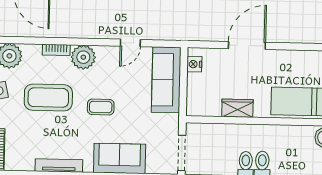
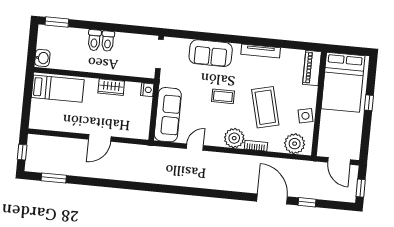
door: (247, 45) -> (100, 138), width x0.73
nightstand: (194, 64) -> (147, 90), moved
coffee table: (48, 98) -> (265, 107), turned 76

